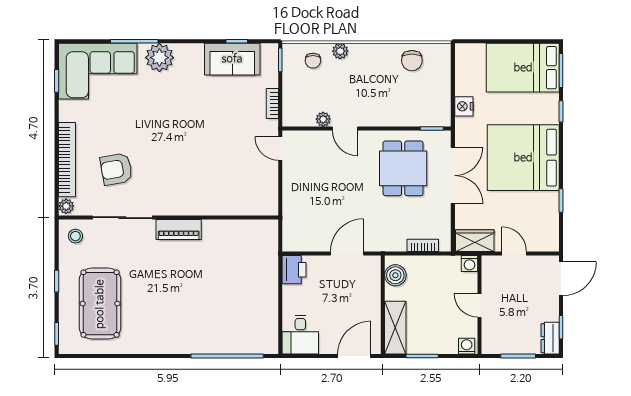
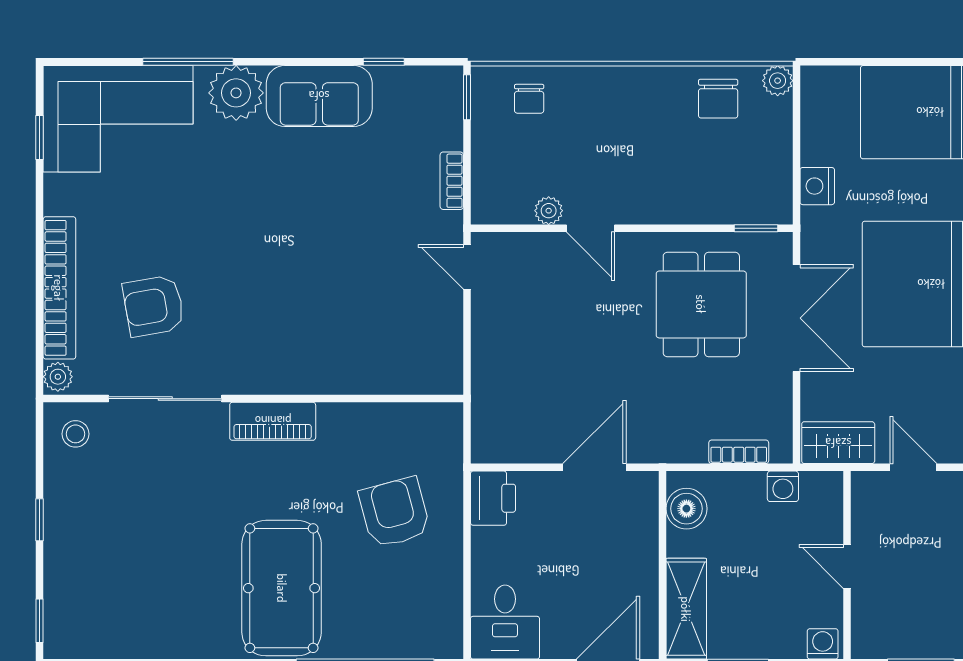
plant: (340, 51) -> (778, 81), moved
sofa: (232, 59) -> (319, 96), moved
washing machine: (469, 264) -> (783, 486), moved
armchair: (242, 277) -> (395, 513), added
pool table: (100, 304) -> (282, 588), moved

